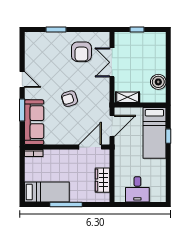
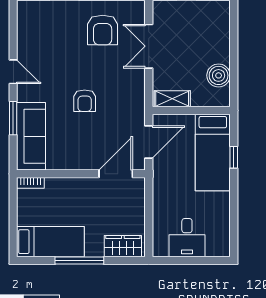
armchair: (70, 99) -> (85, 101), turned -72
wardrobe: (102, 180) -> (123, 246), moved, turned 90

